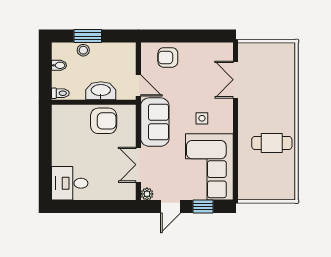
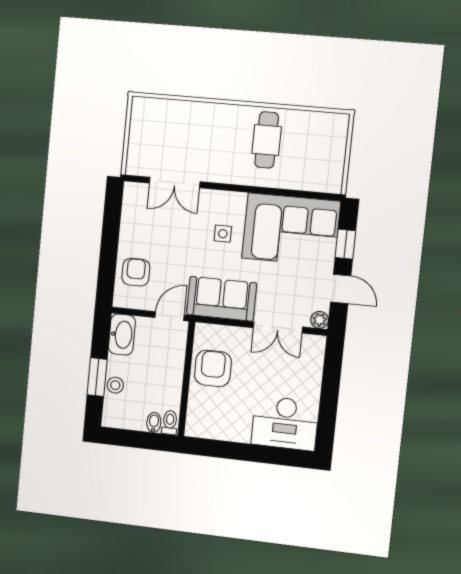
armchair: (168, 57) -> (136, 272), turned 180
bidet: (59, 65) -> (154, 422), moved
washbasin: (101, 91) -> (122, 335), moved, turned 180
desk: (70, 183) -> (285, 423), width x1.37

